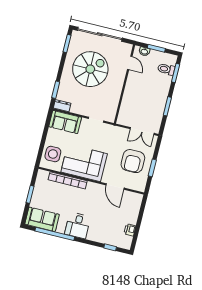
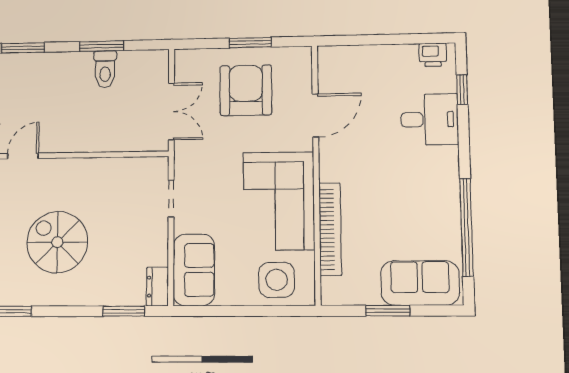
spiral stairs: (90, 69) -> (57, 242), width x0.73, depth x0.73
toilet: (166, 69) -> (105, 69), moved
double door: (142, 131) -> (171, 111), moved
armchair: (133, 161) -> (246, 90), turned -90
sofa: (42, 219) -> (420, 283), moved, turned 90
desk: (78, 225) -> (430, 119), moved
printer: (130, 230) -> (433, 55), moved

